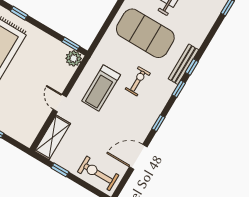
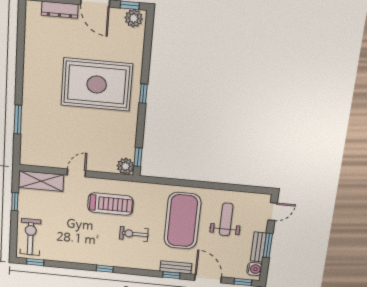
bench: (183, 64) -> (176, 267), width x0.73
exercise bike: (138, 81) -> (134, 234), turned 180
treadmill: (101, 88) -> (110, 204), turned 180
window: (179, 89) -> (35, 262), moved
door: (138, 157) -> (208, 279), moved

